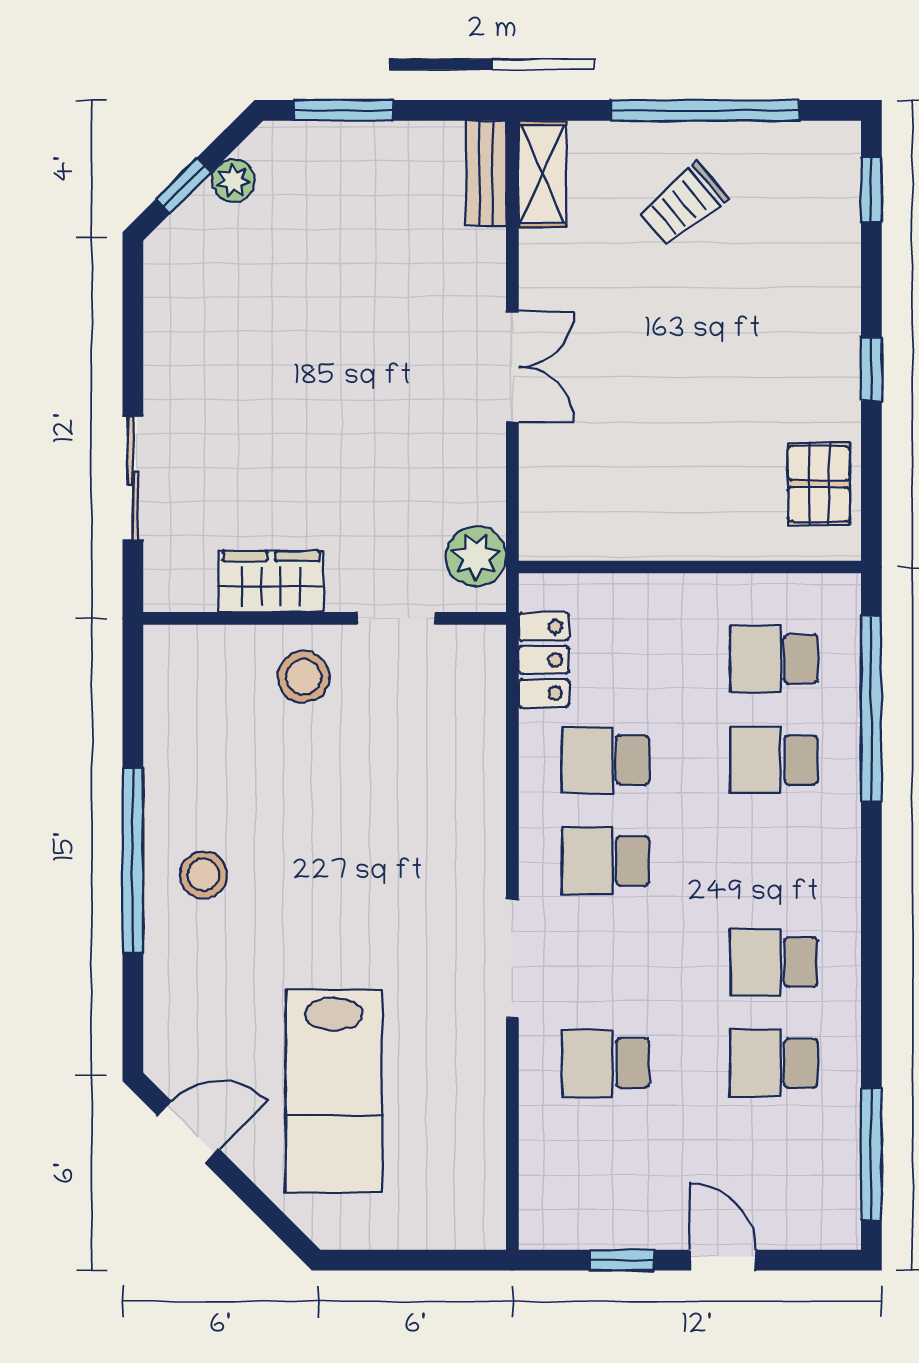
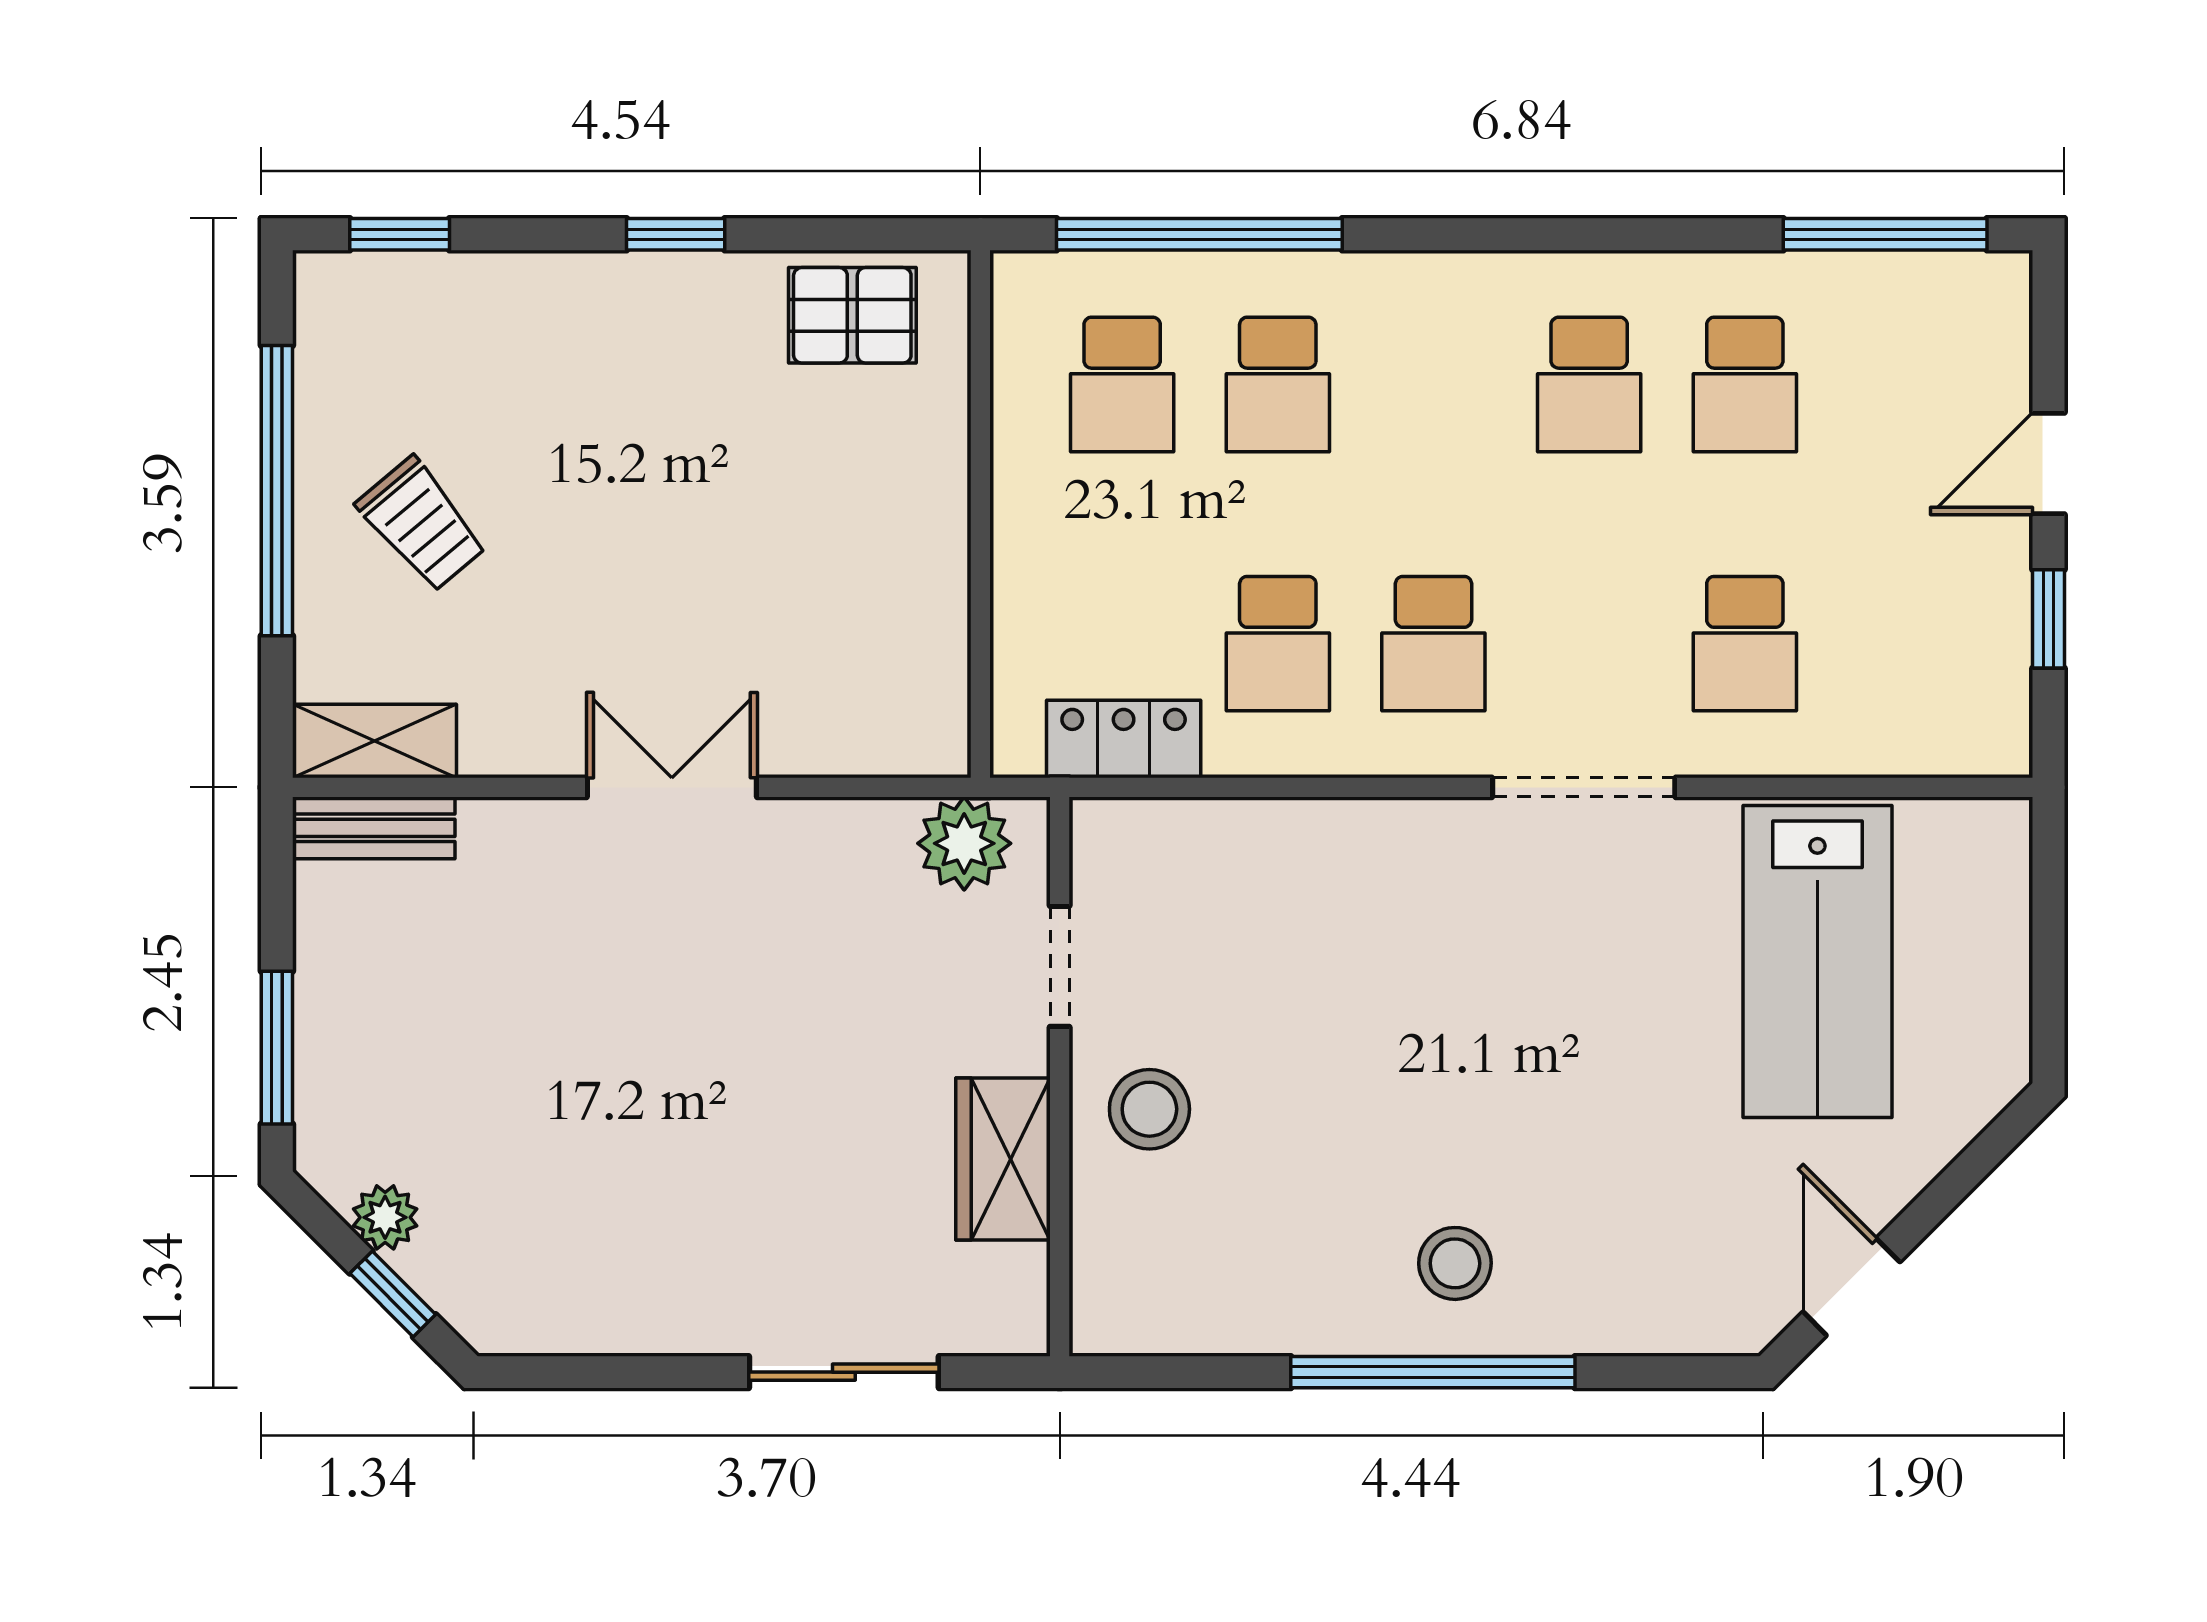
lab bench: (334, 1091) -> (1817, 961), moved, turned 90

